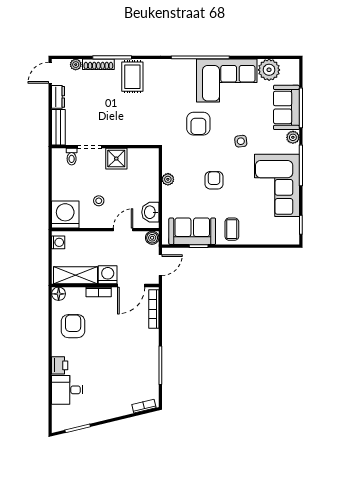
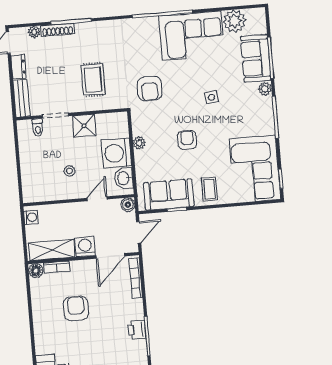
rug: (132, 77) -> (93, 80), moved
armchair: (198, 124) -> (150, 89), moved
corner sofa: (277, 185) -> (255, 169), moved
washing machine: (65, 214) -> (116, 153), moved, turned -90
bookcase: (99, 292) -> (57, 267), moved
armchair: (73, 326) -> (76, 308), moved
printer: (60, 365) -> (137, 330), moved, turned 180

